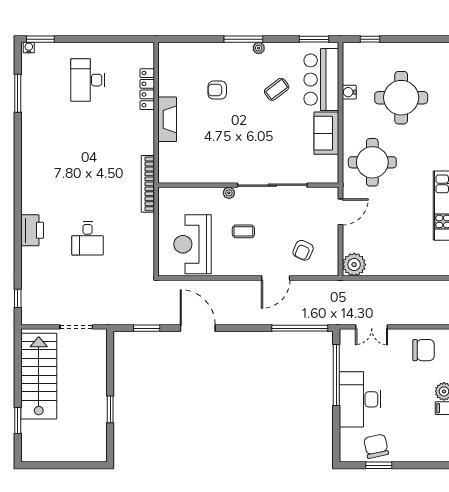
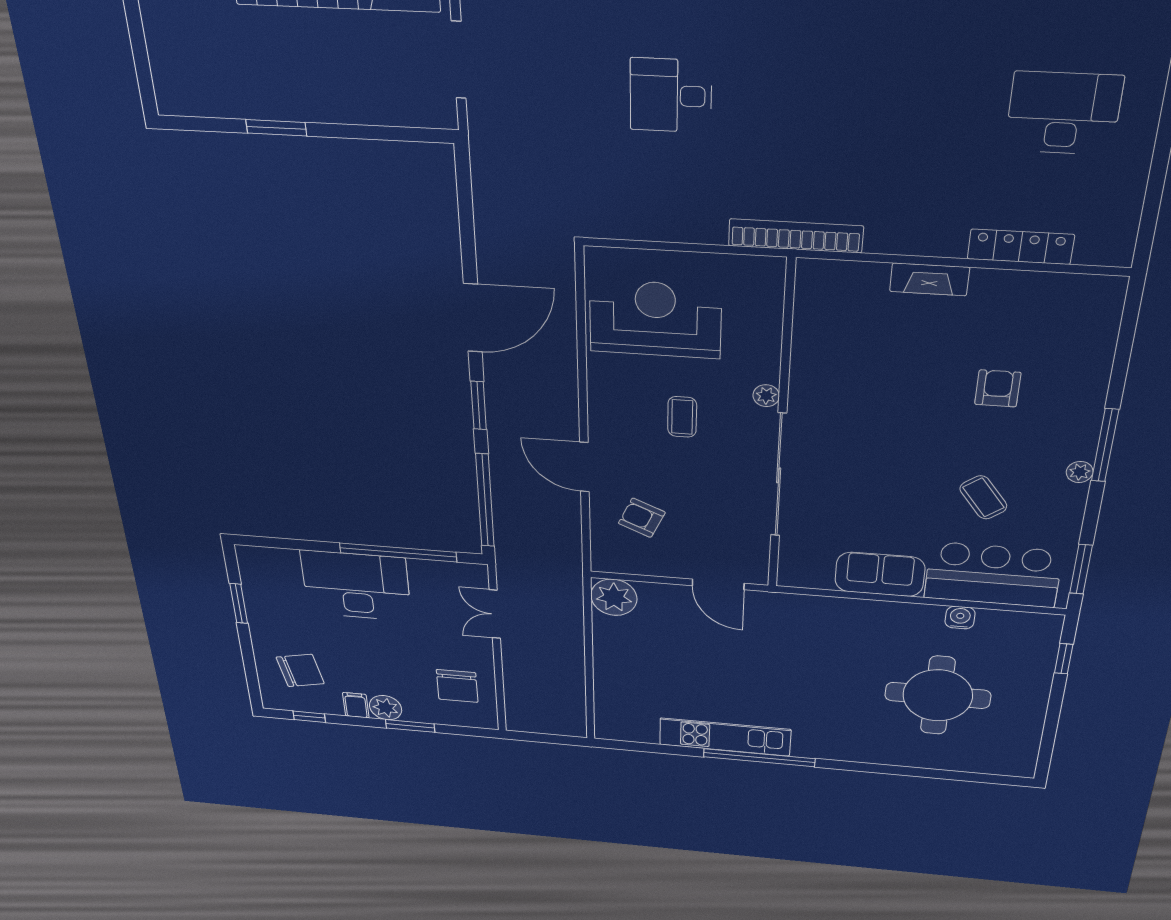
fireplace: (167, 119) -> (930, 279), width x0.73, depth x0.76
round table: (372, 162) -> (814, 642), removed
window: (147, 328) -> (479, 405), moved
chair: (376, 446) -> (300, 670), moved

